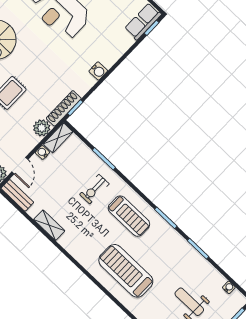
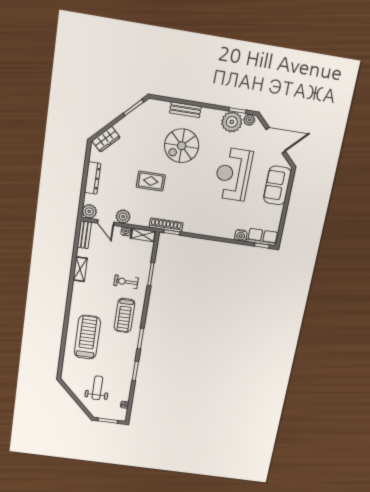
water cooler: (98, 71) -> (241, 235), moved
plant: (42, 128) -> (123, 217), moved
door: (20, 166) -> (106, 223), hinge flipped

